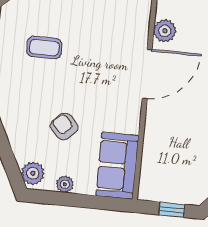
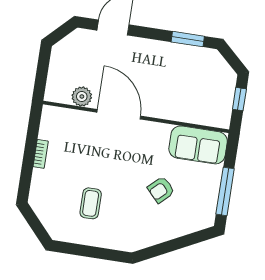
plant: (33, 173) -> (201, 220), removed
plant: (65, 184) -> (212, 192), removed
window: (66, 199) -> (225, 191), added

